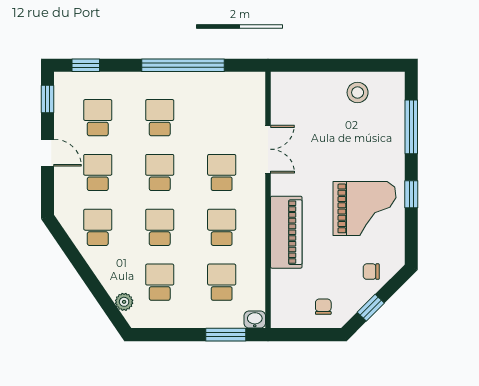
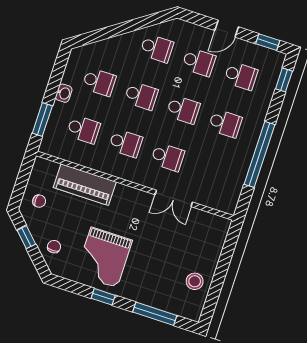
piano: (286, 232) -> (85, 185), moved
plant: (124, 302) -> (93, 50), removed
washbasin: (255, 320) -> (64, 93), moved

